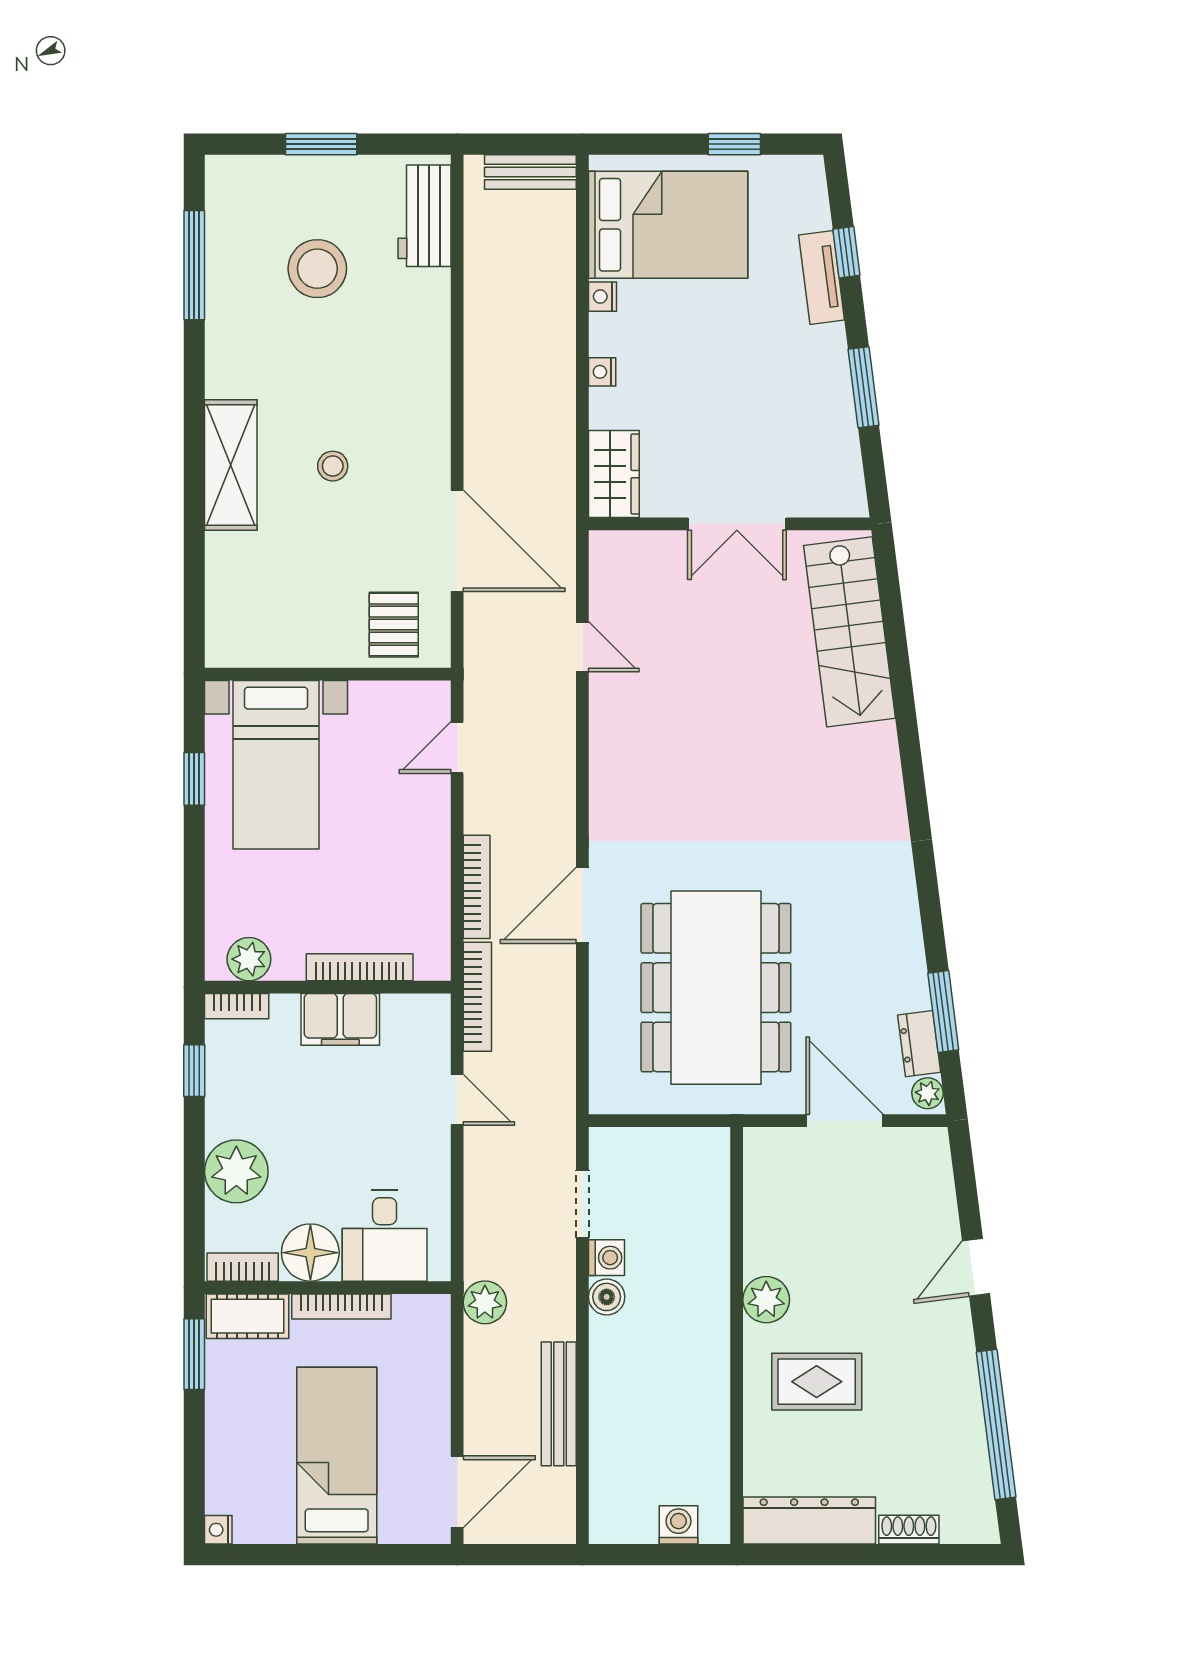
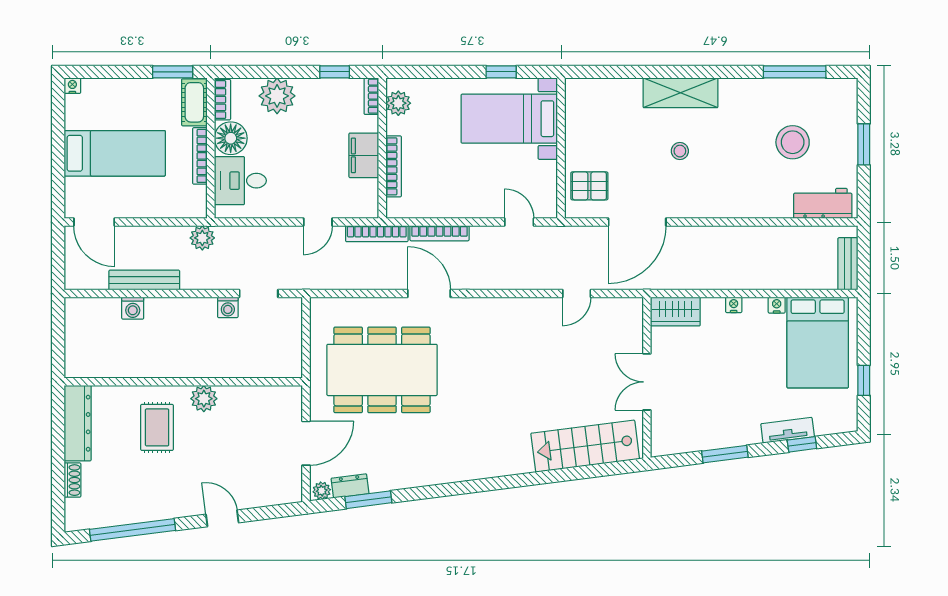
boiler: (607, 1297) -> (205, 307), removed
washing machine: (678, 1525) -> (133, 308), moved, turned 90

